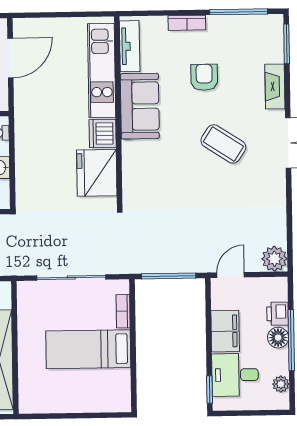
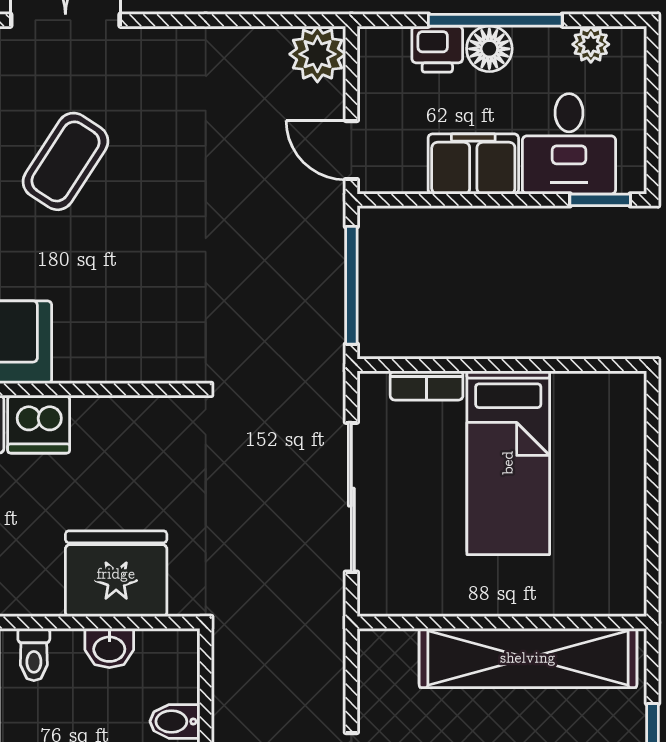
fridge: (97, 173) -> (116, 574), moved, turned 180

